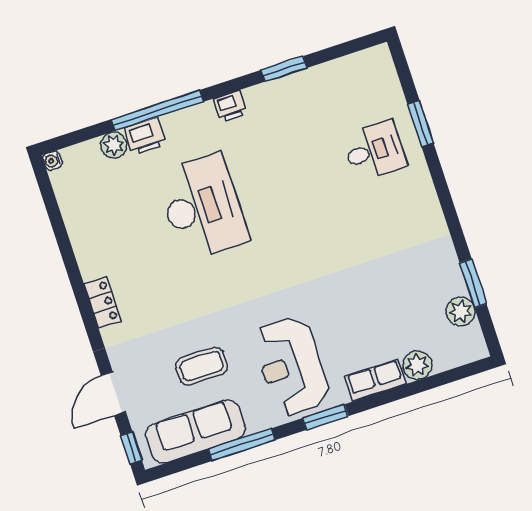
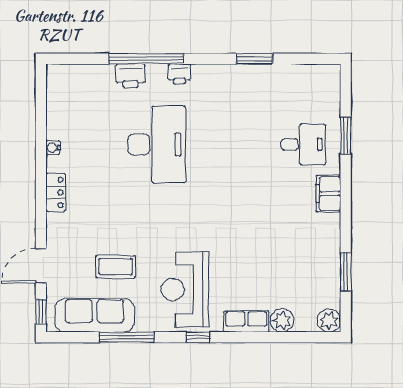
printer: (230, 106) -> (179, 74), moved
plant: (114, 145) -> (104, 74), removed
water cooler: (52, 161) -> (53, 148), moved
filing cabinet: (423, 199) -> (328, 194), added
plant: (461, 312) -> (329, 321), moved
window: (325, 417) -> (198, 337), width x0.67

